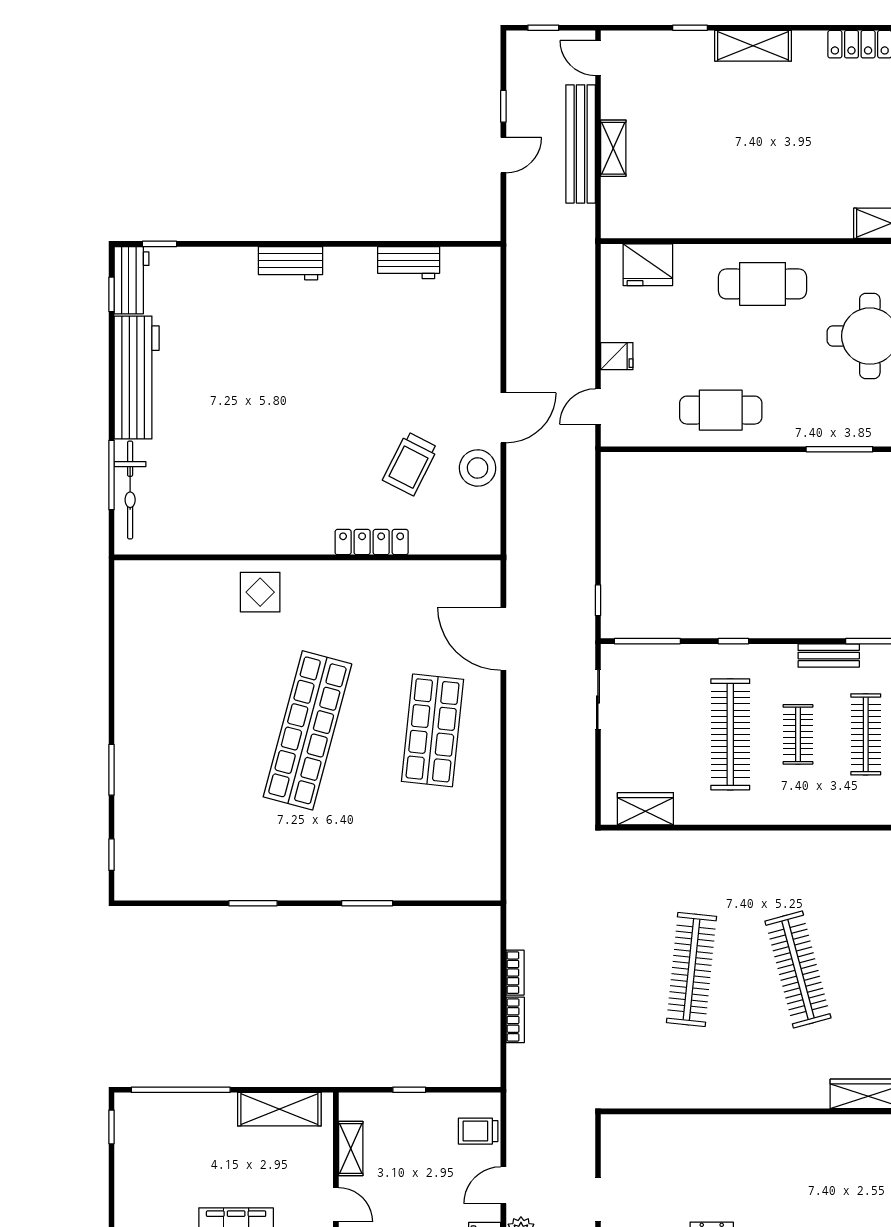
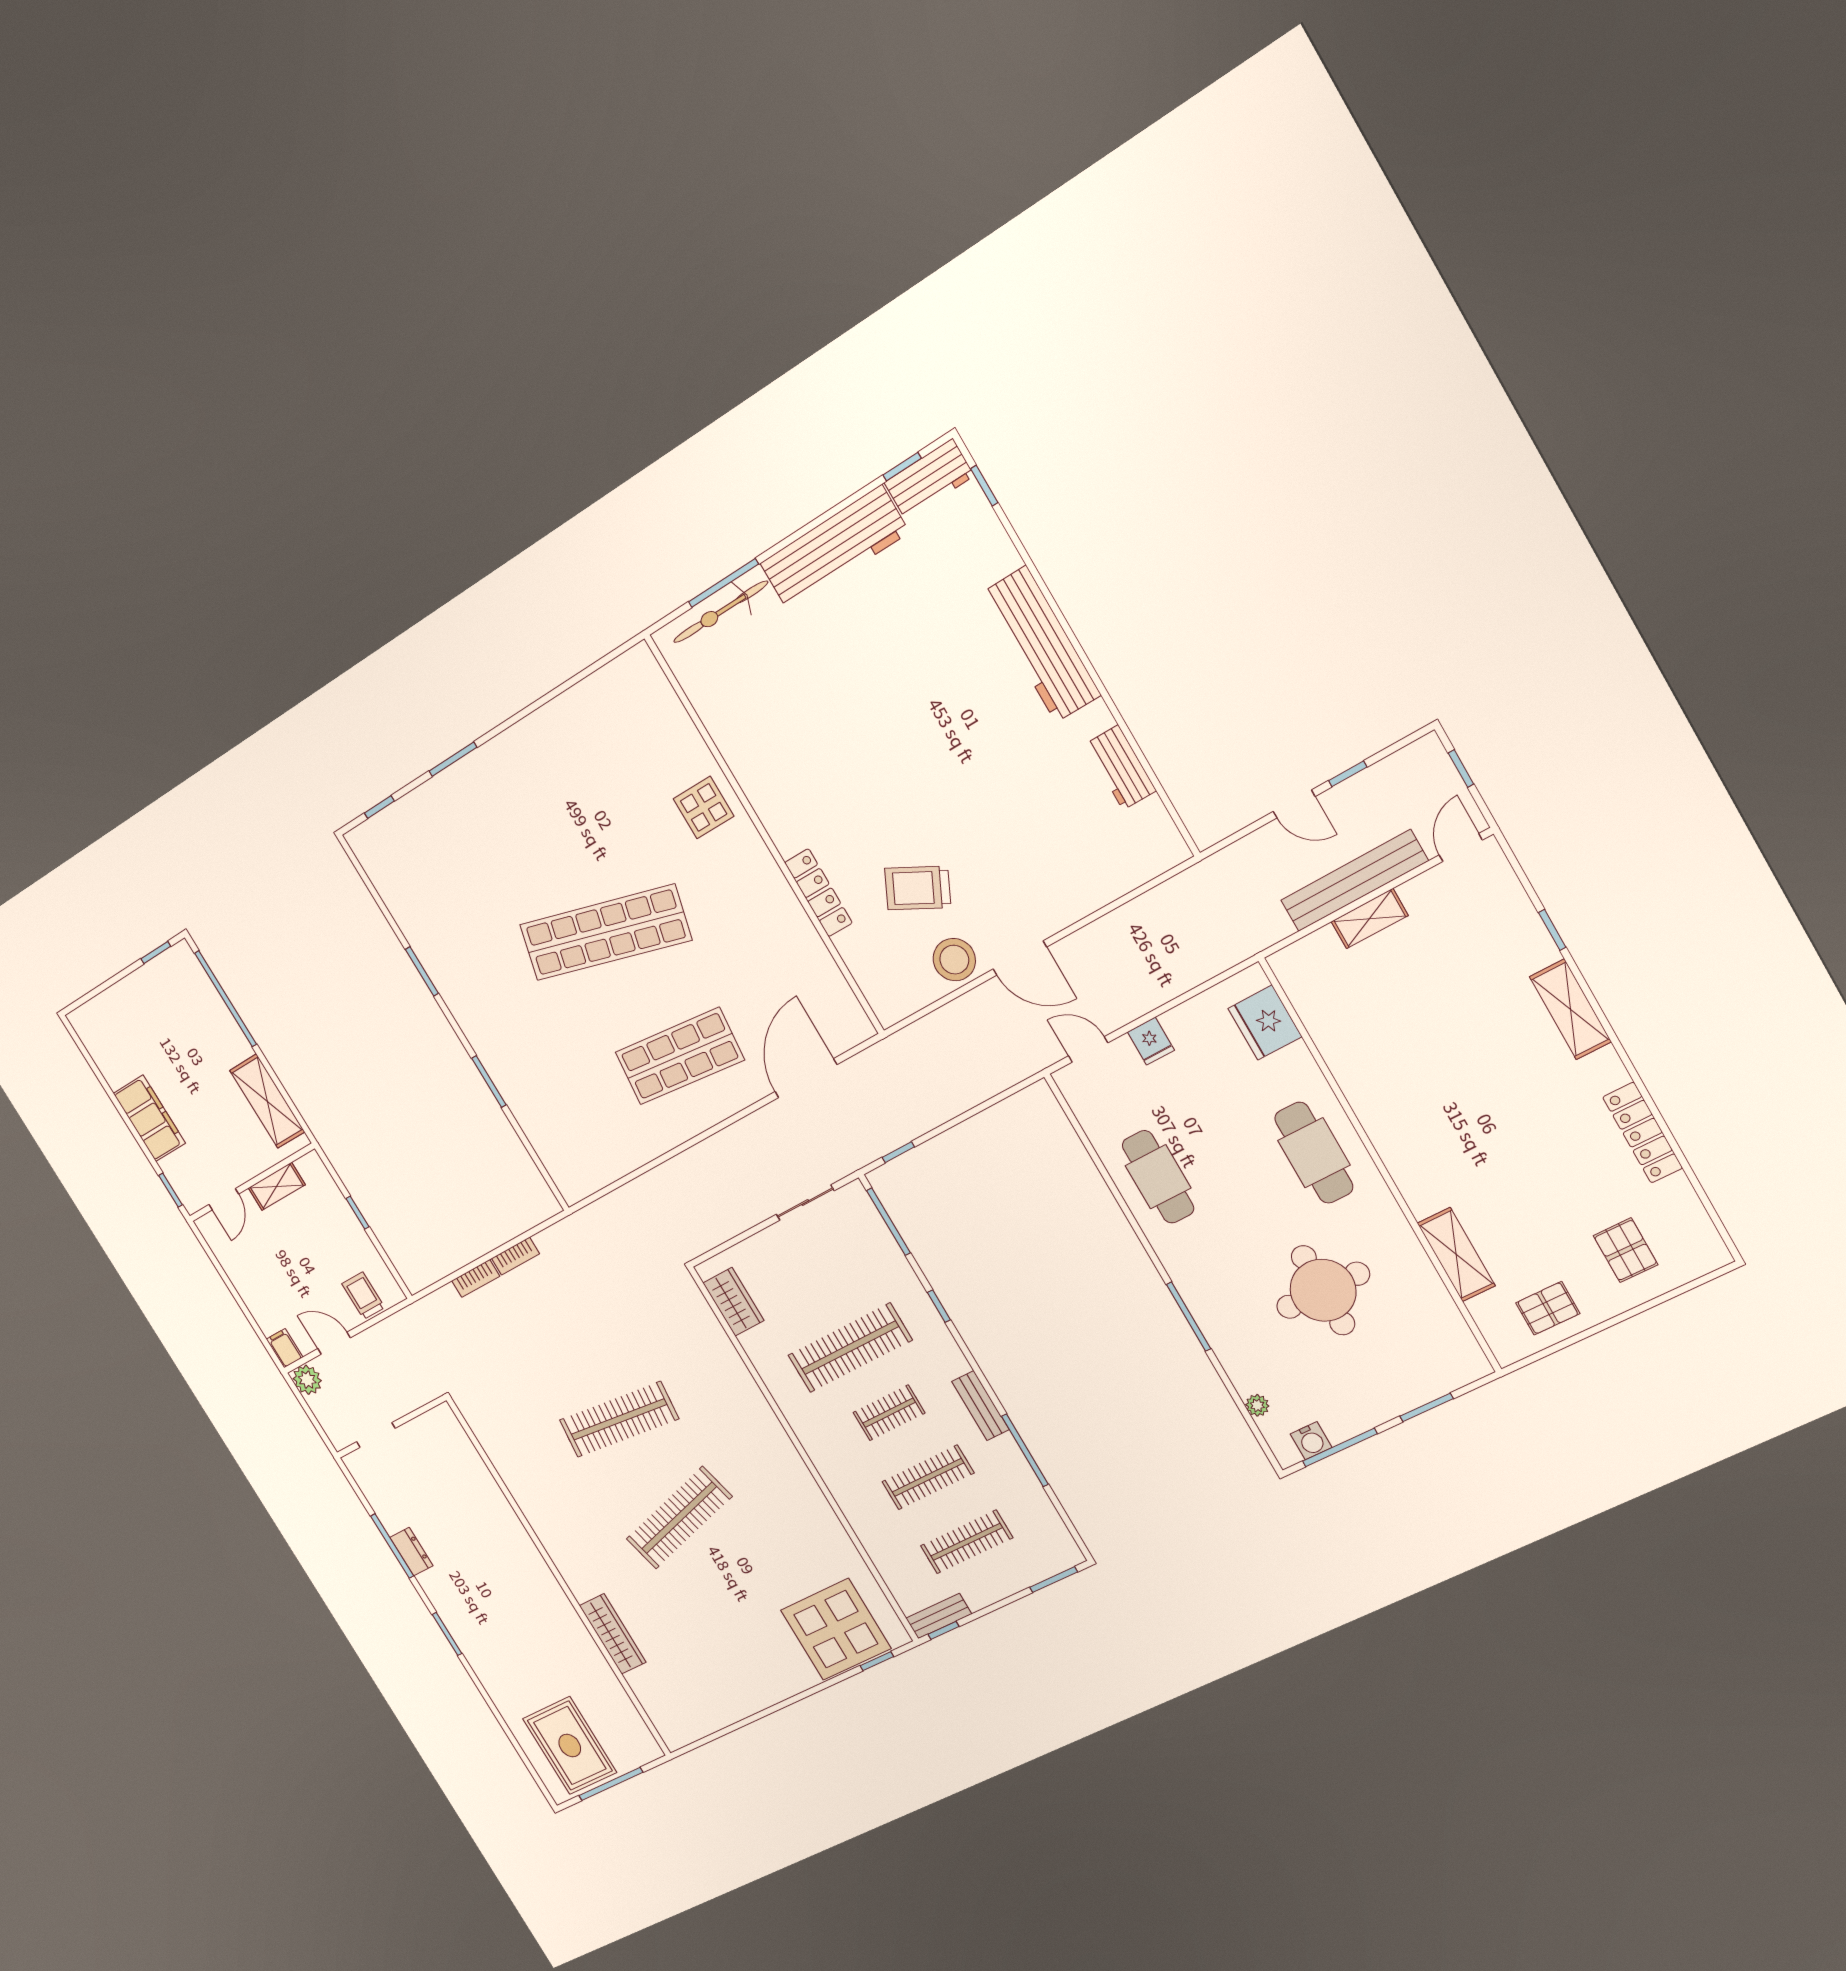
workbench: (291, 263) -> (1041, 644), width x1.88, depth x1.32

